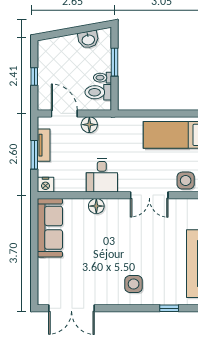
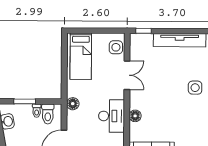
floor lamp: (89, 125) -> (73, 104), moved
desk: (102, 175) -> (112, 116), width x1.37

